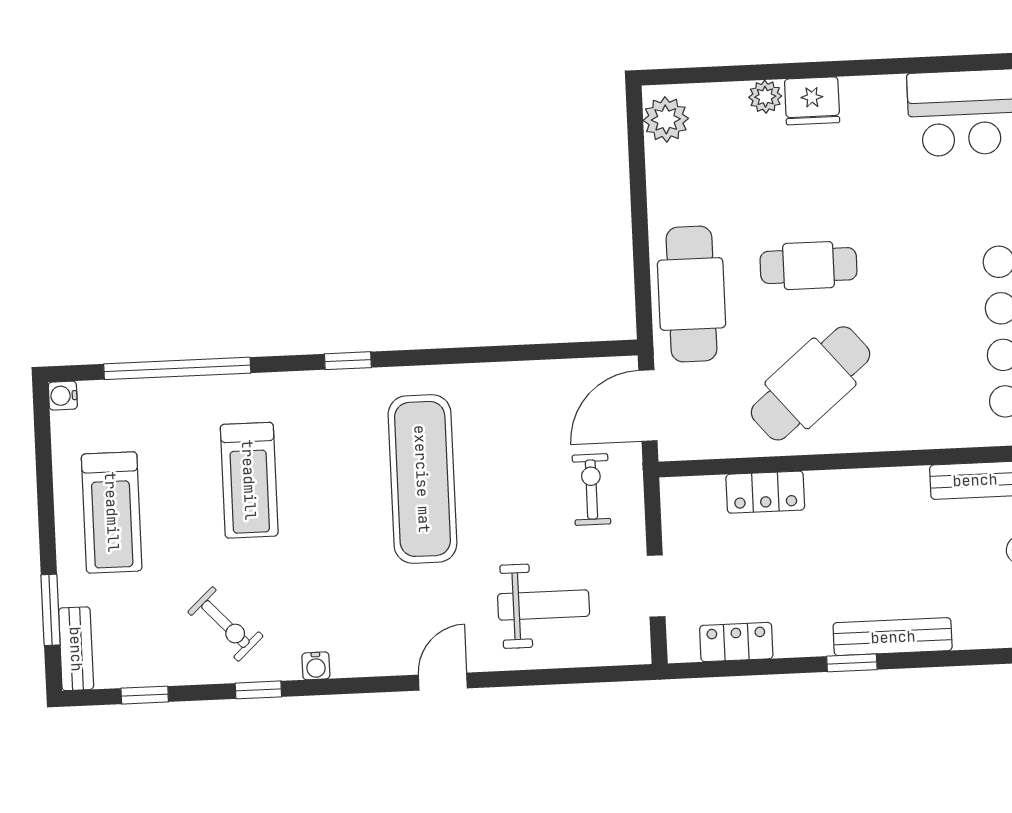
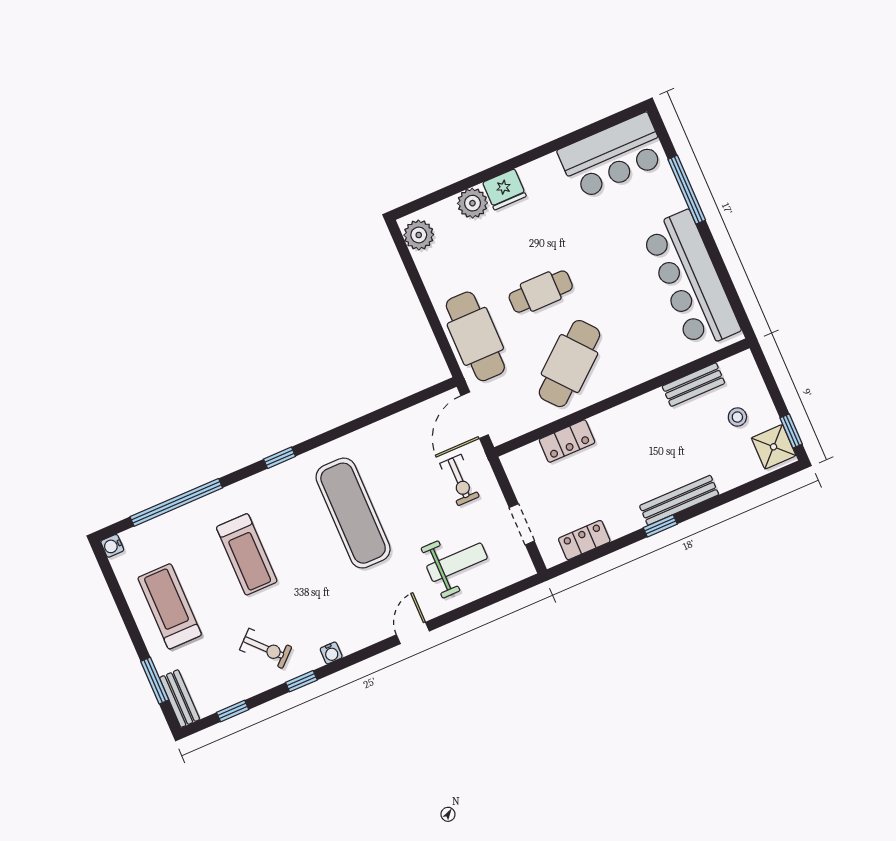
plant: (765, 97) -> (472, 203), width x1.38, depth x1.38
exercise bike: (591, 490) -> (459, 480), turned 180
treadmill: (112, 512) -> (170, 606), turned 180

